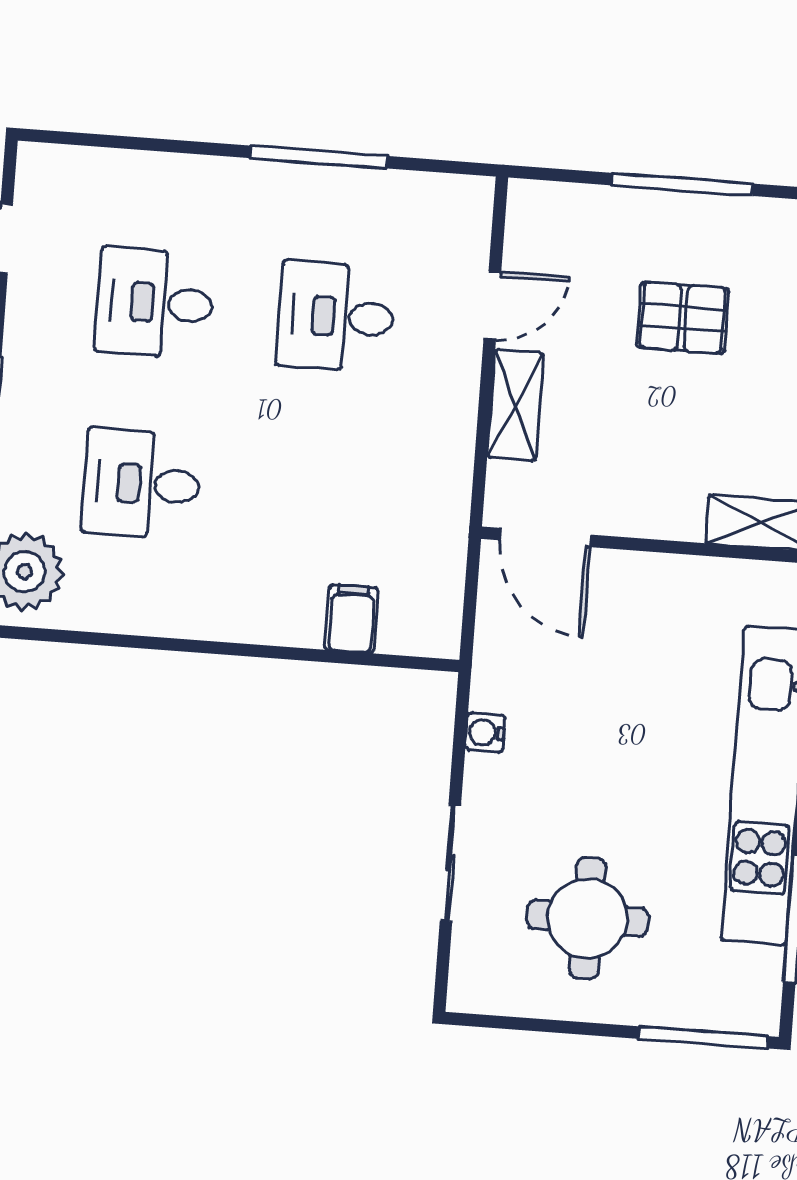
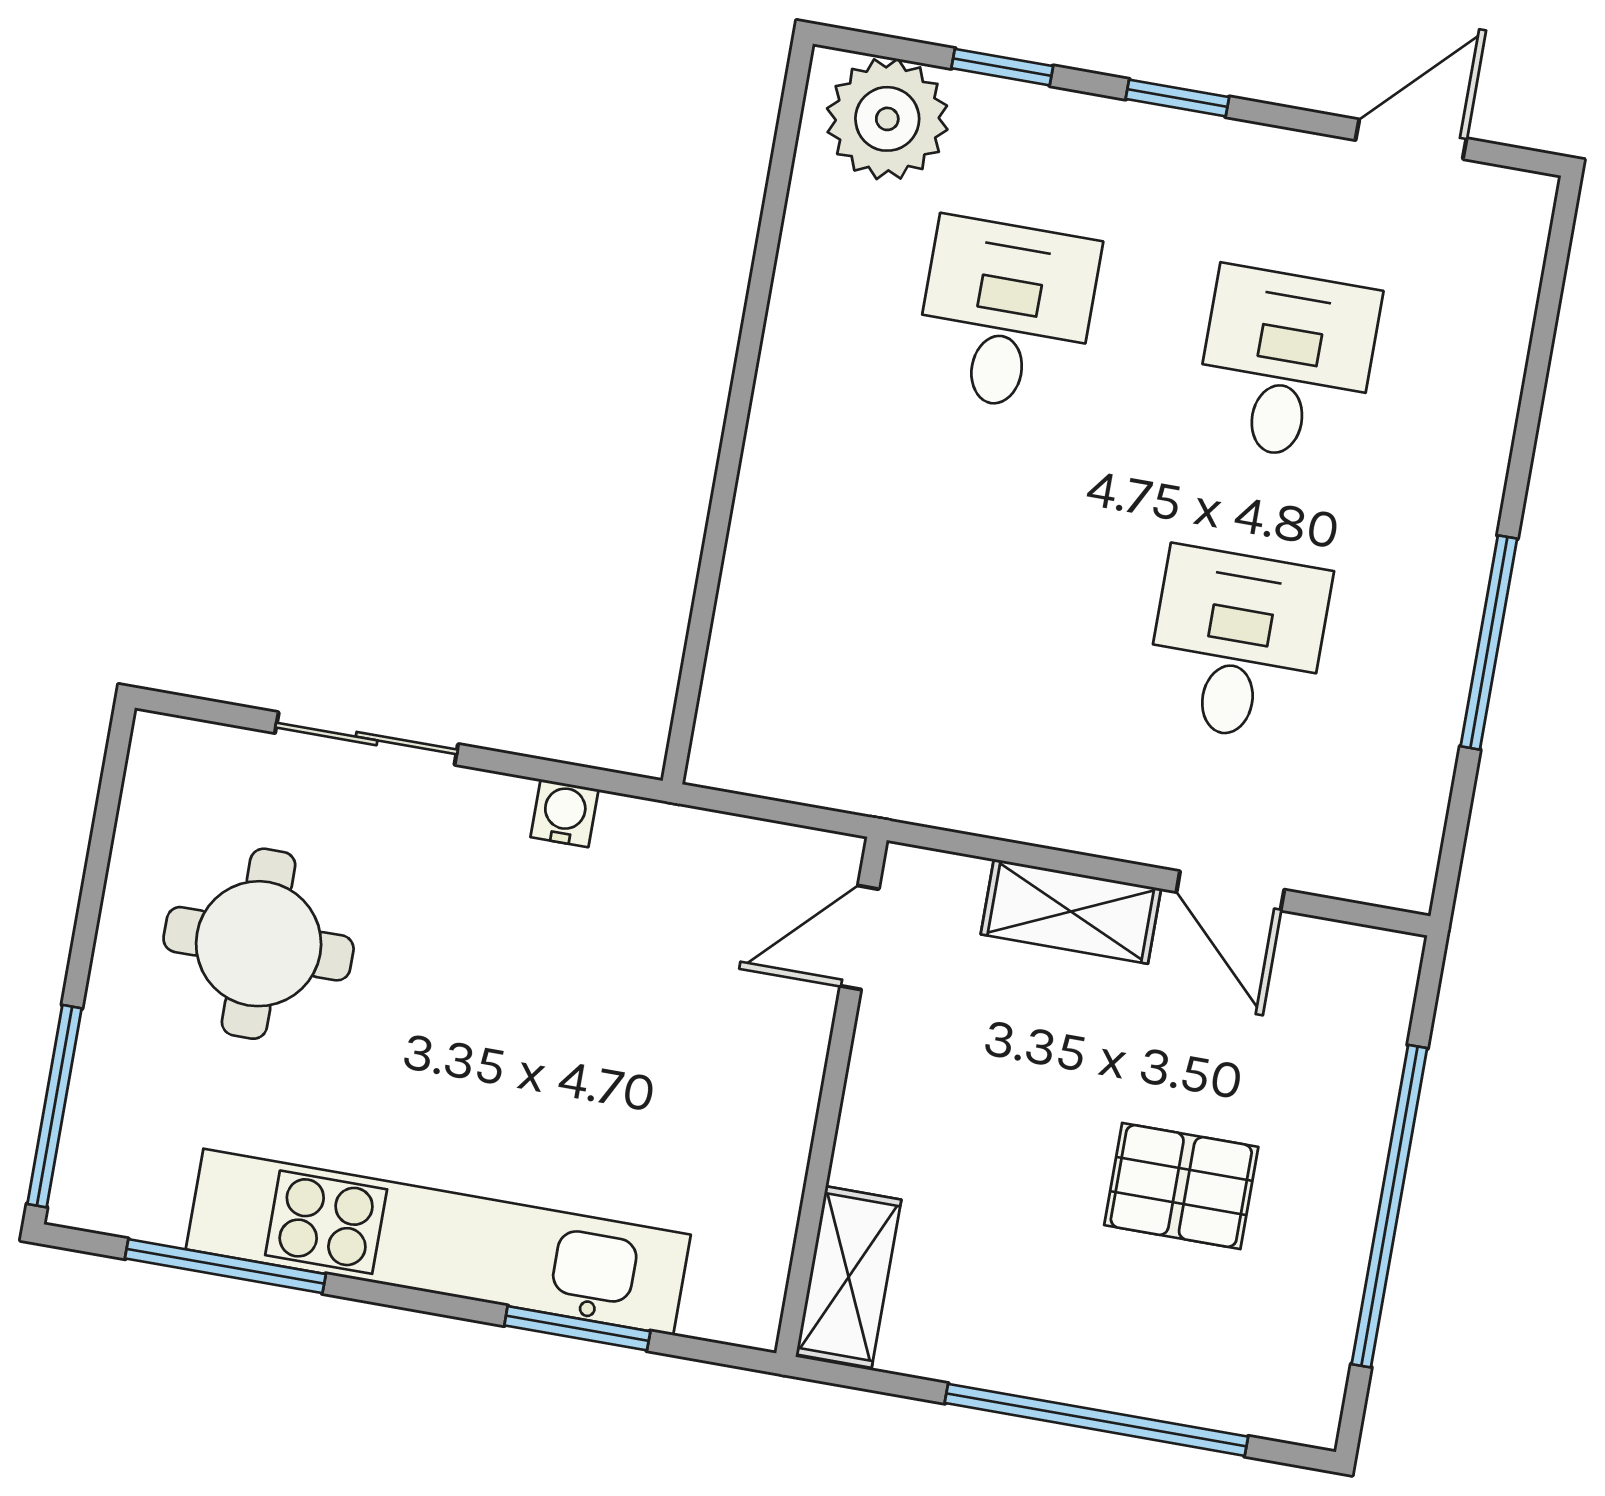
window: (682, 184) -> (1389, 1206), width x1.46
pallet: (683, 318) -> (1181, 1186), turned 90
door: (545, 538) -> (860, 938), width x0.73
filing cabinet: (352, 619) -> (763, 622), removed

